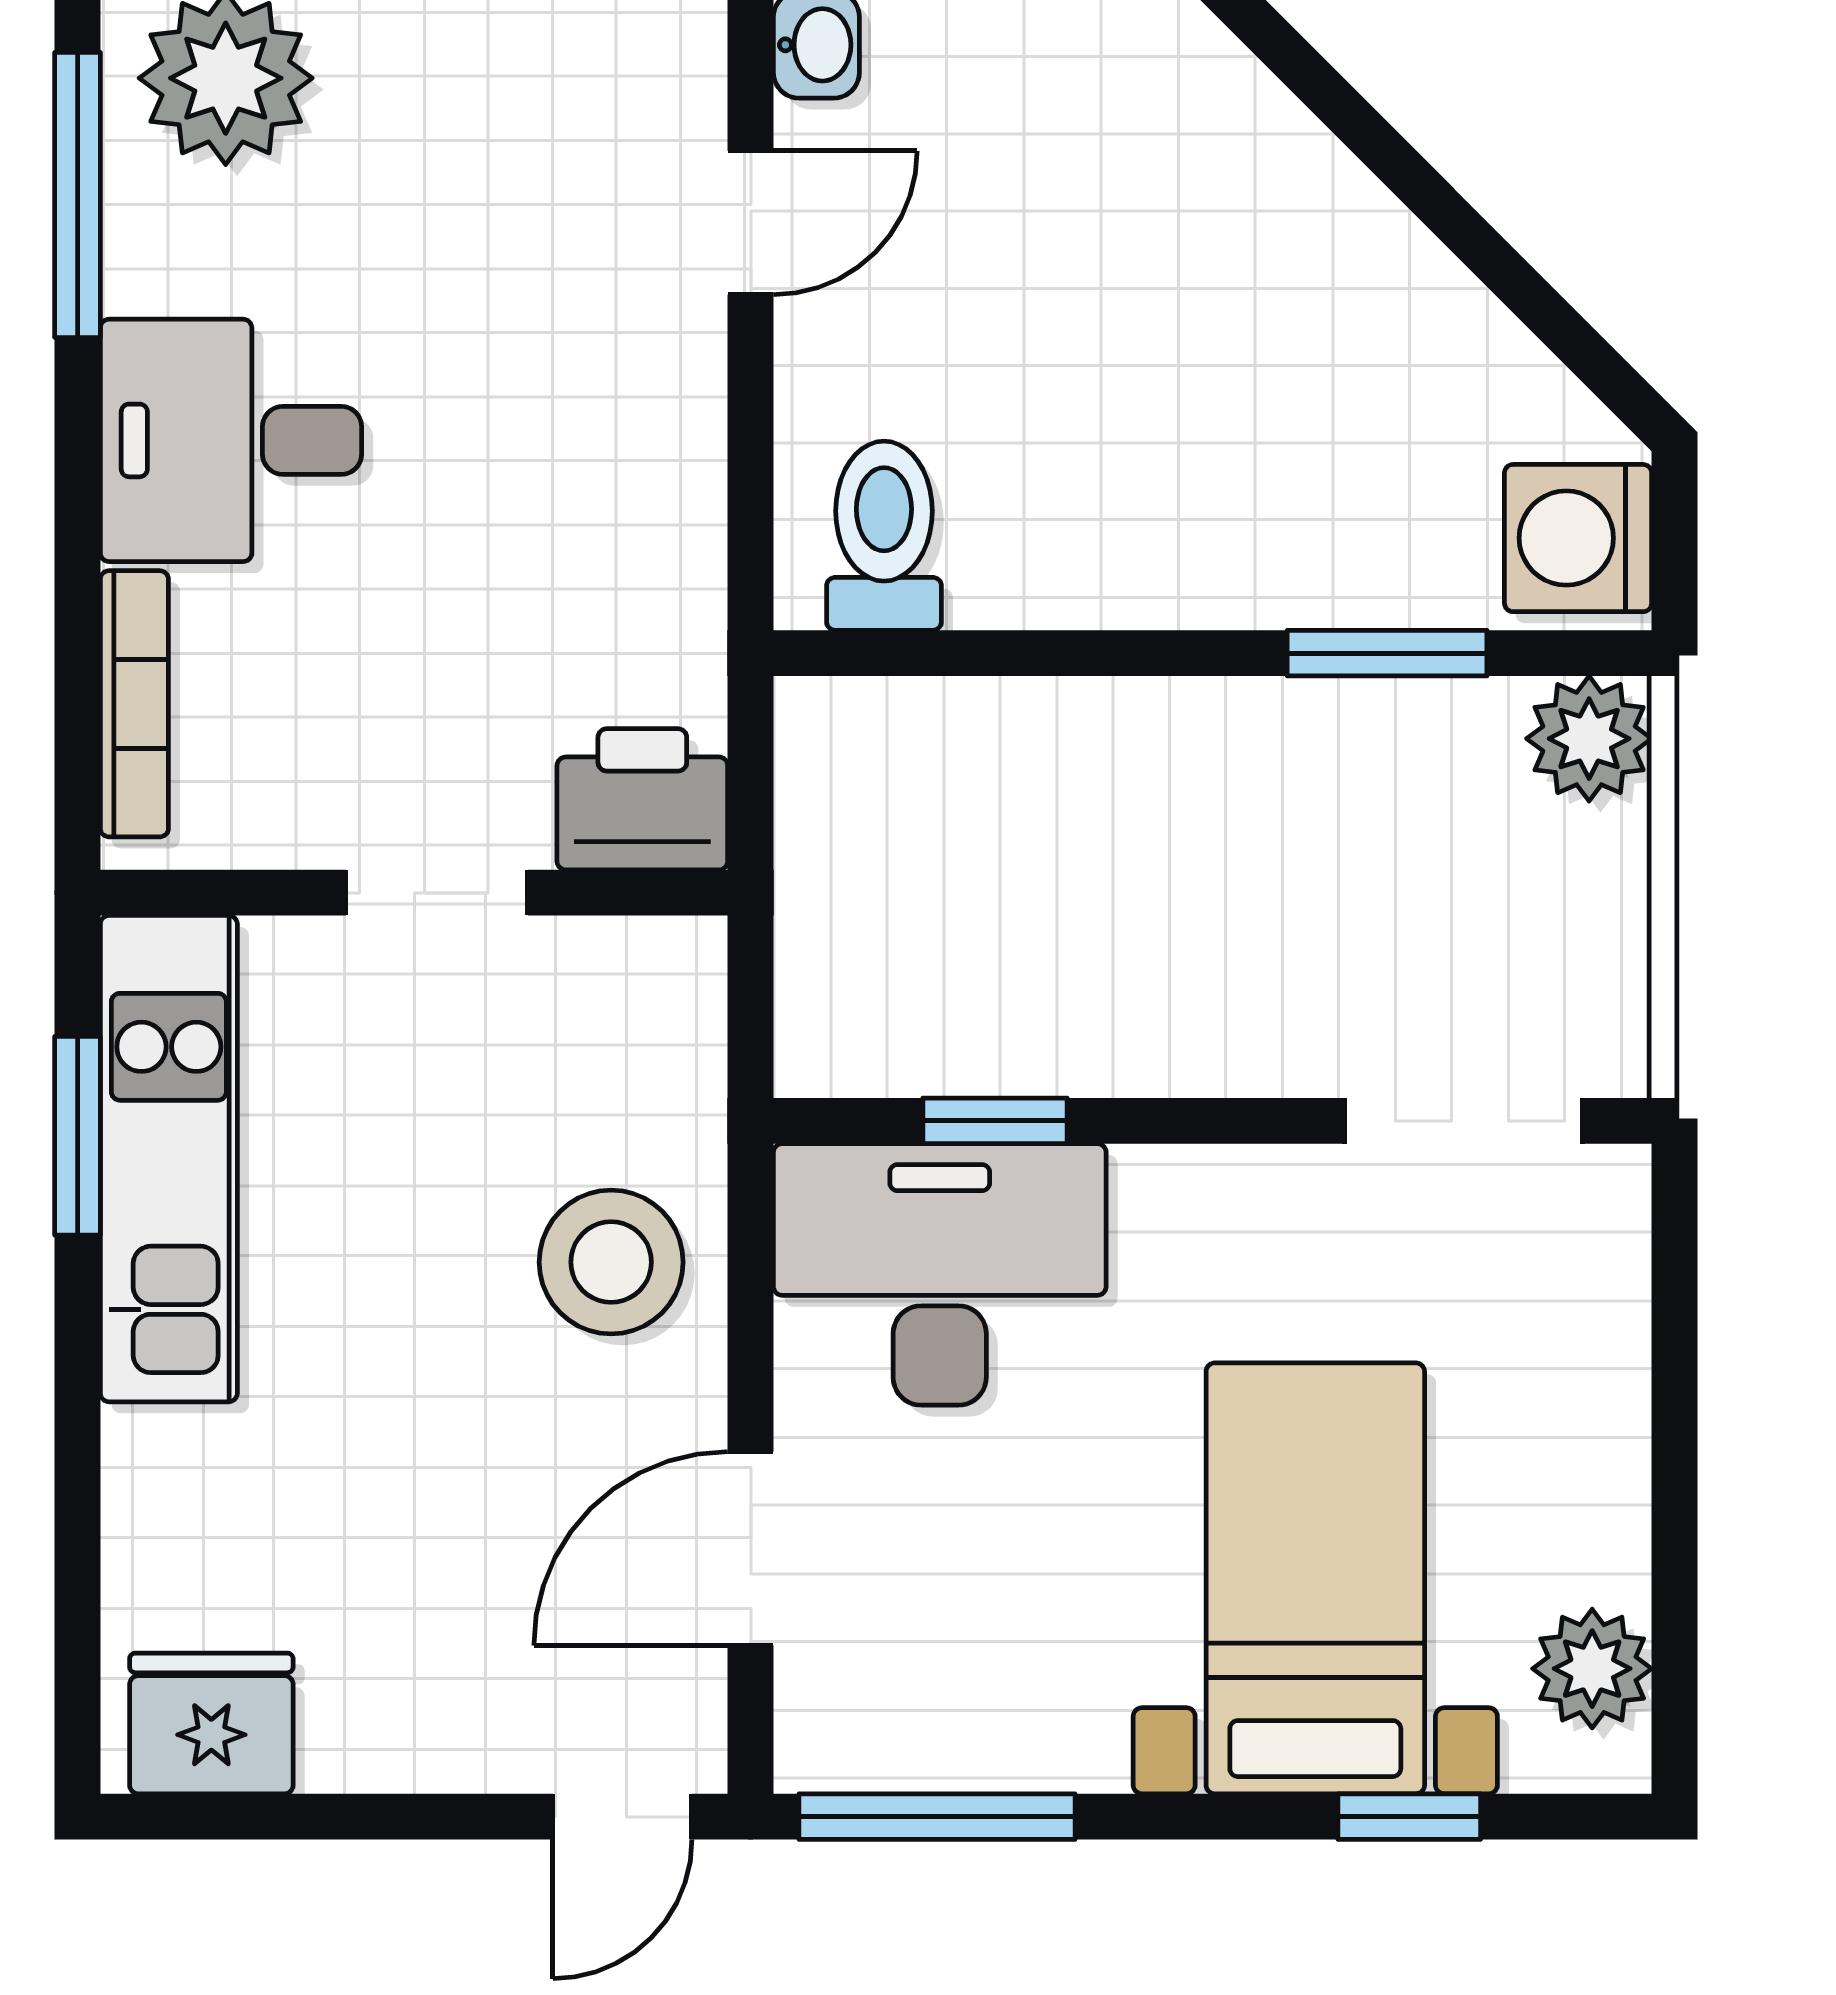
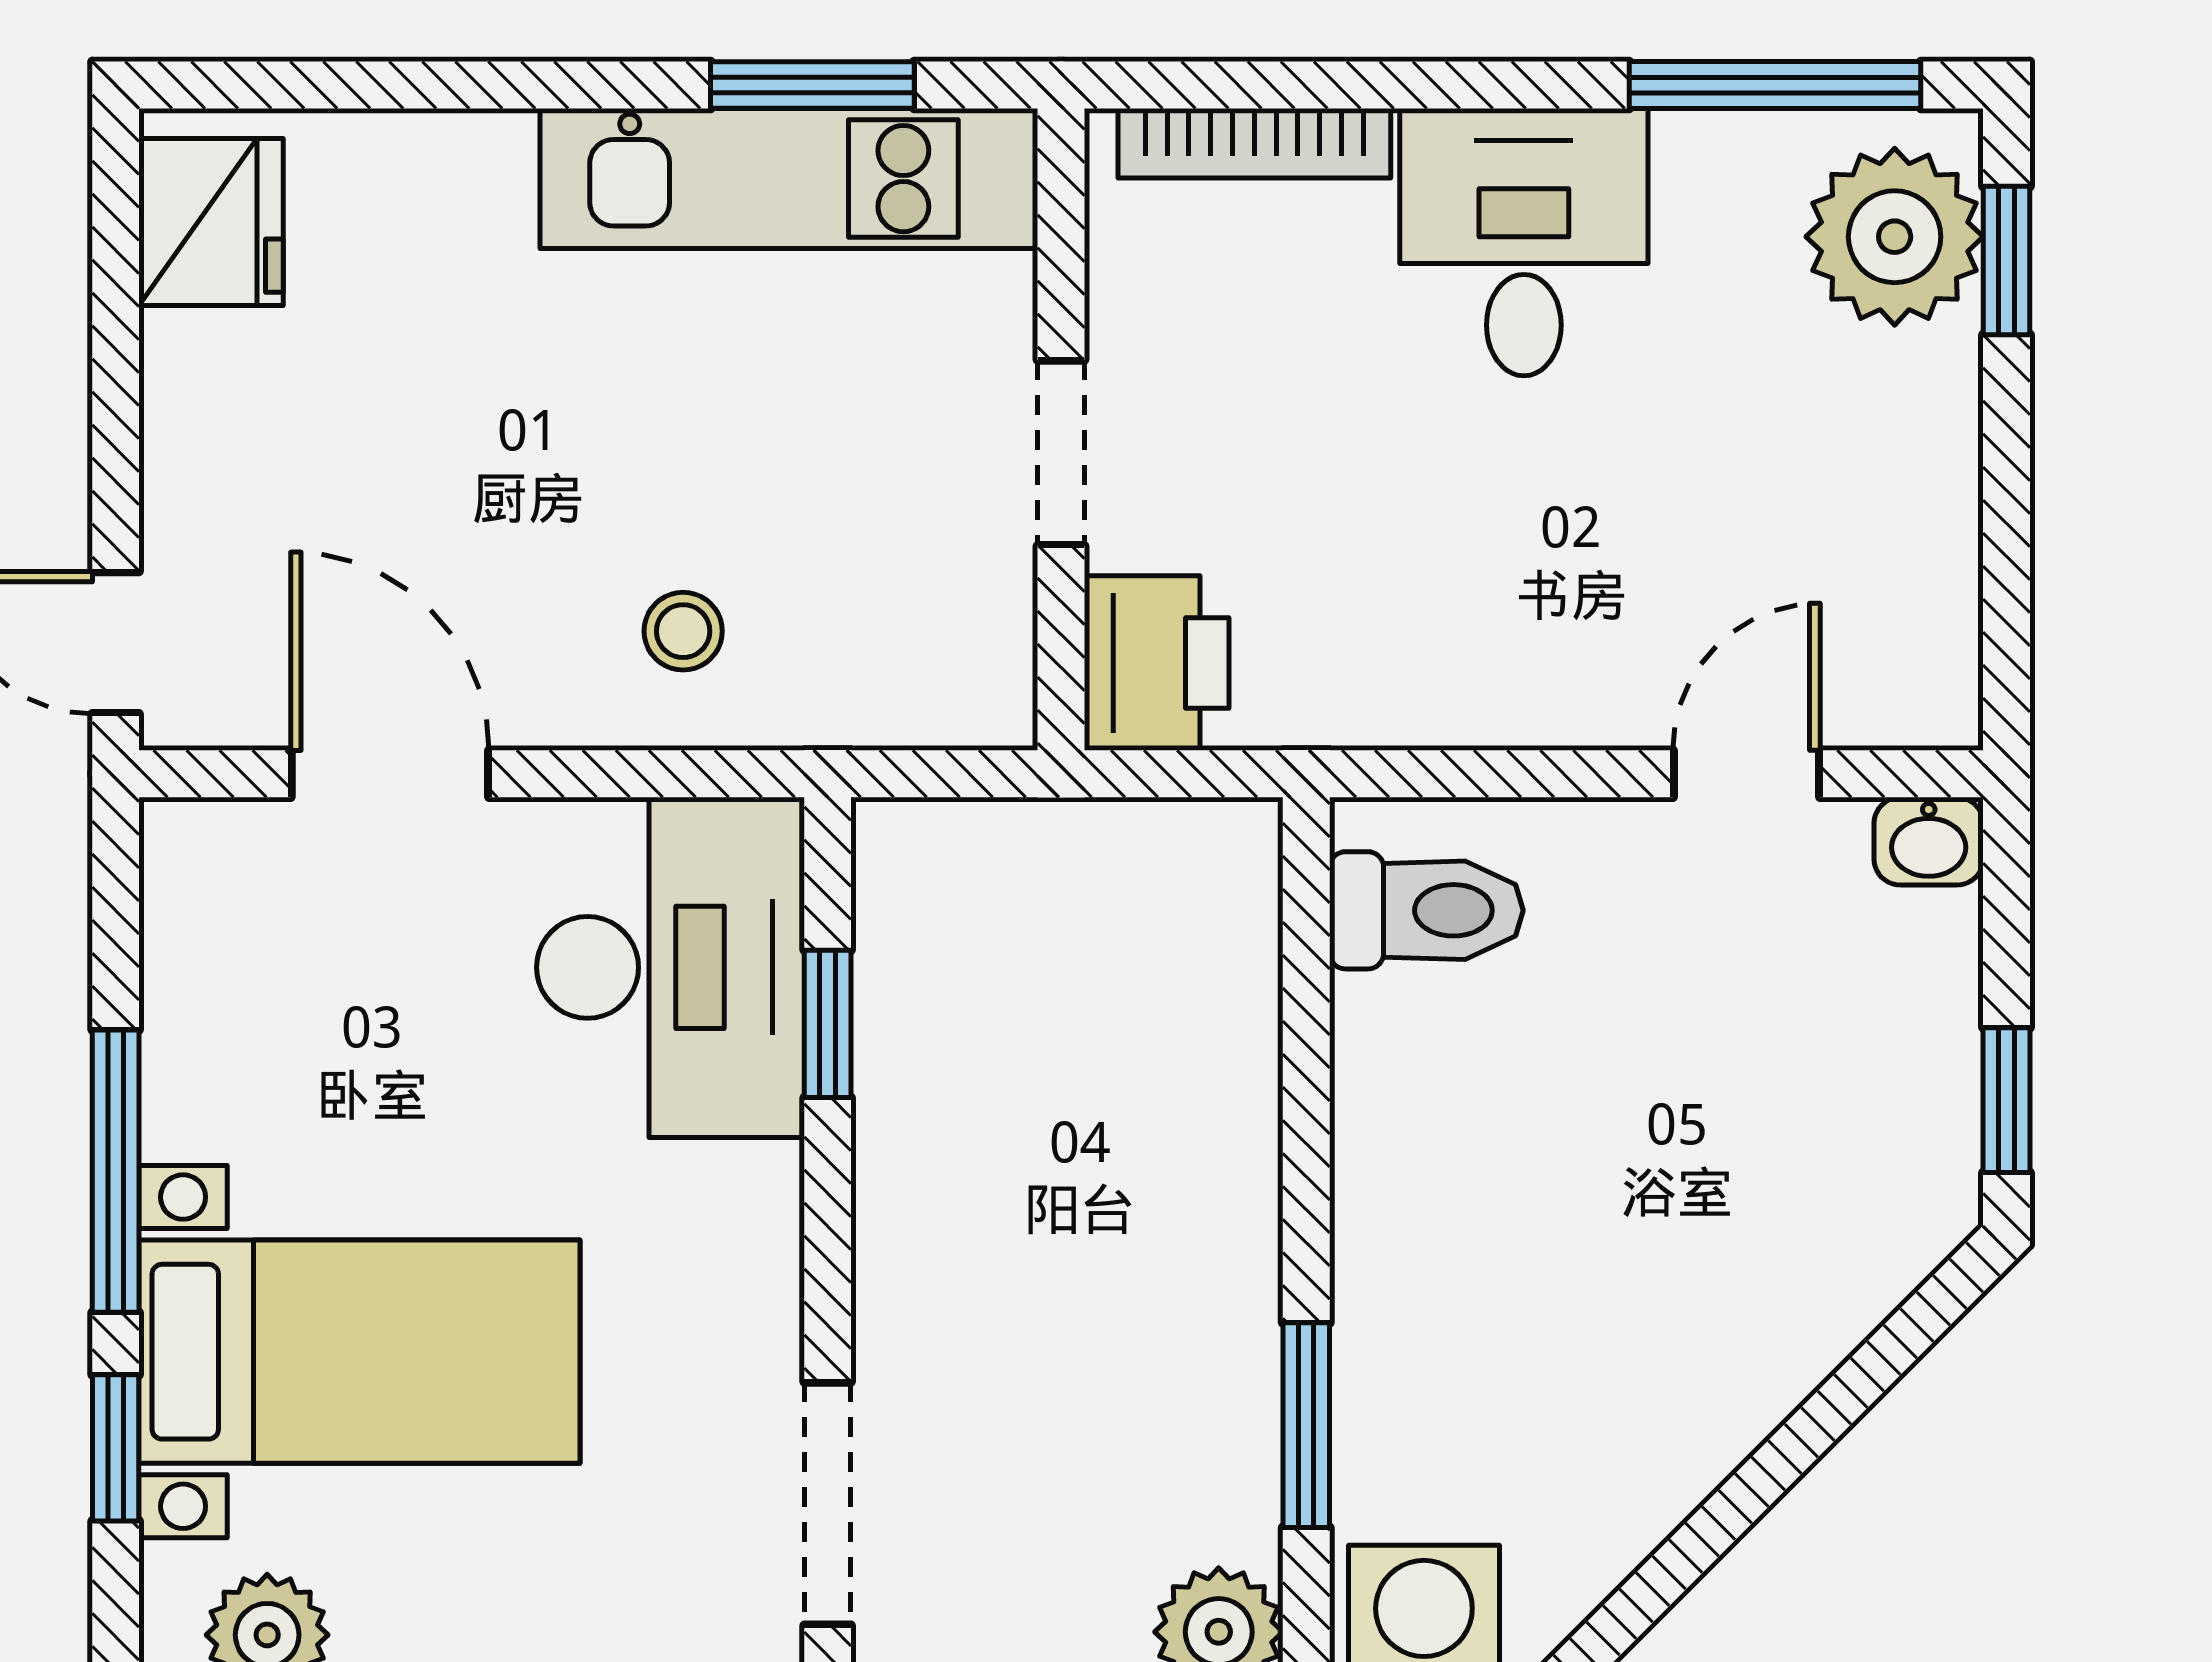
door: (751, 223) -> (1747, 774), swing flipped
stool: (611, 1262) -> (683, 631), width x0.53, depth x0.53
window: (937, 1817) -> (116, 1171), moved

